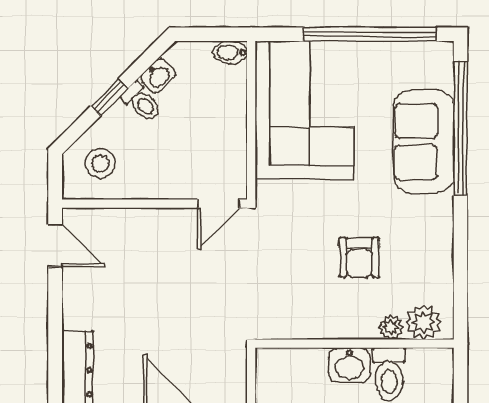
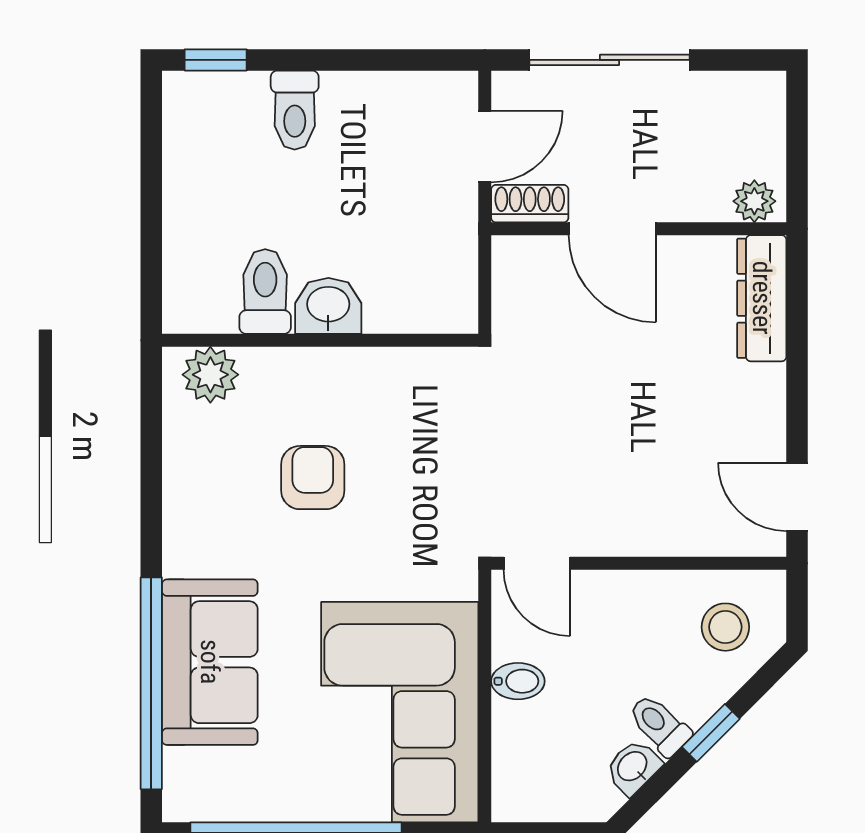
bidet: (230, 52) -> (518, 681), moved
door: (218, 204) -> (537, 563), swing flipped
plant: (391, 327) -> (263, 366), removed

